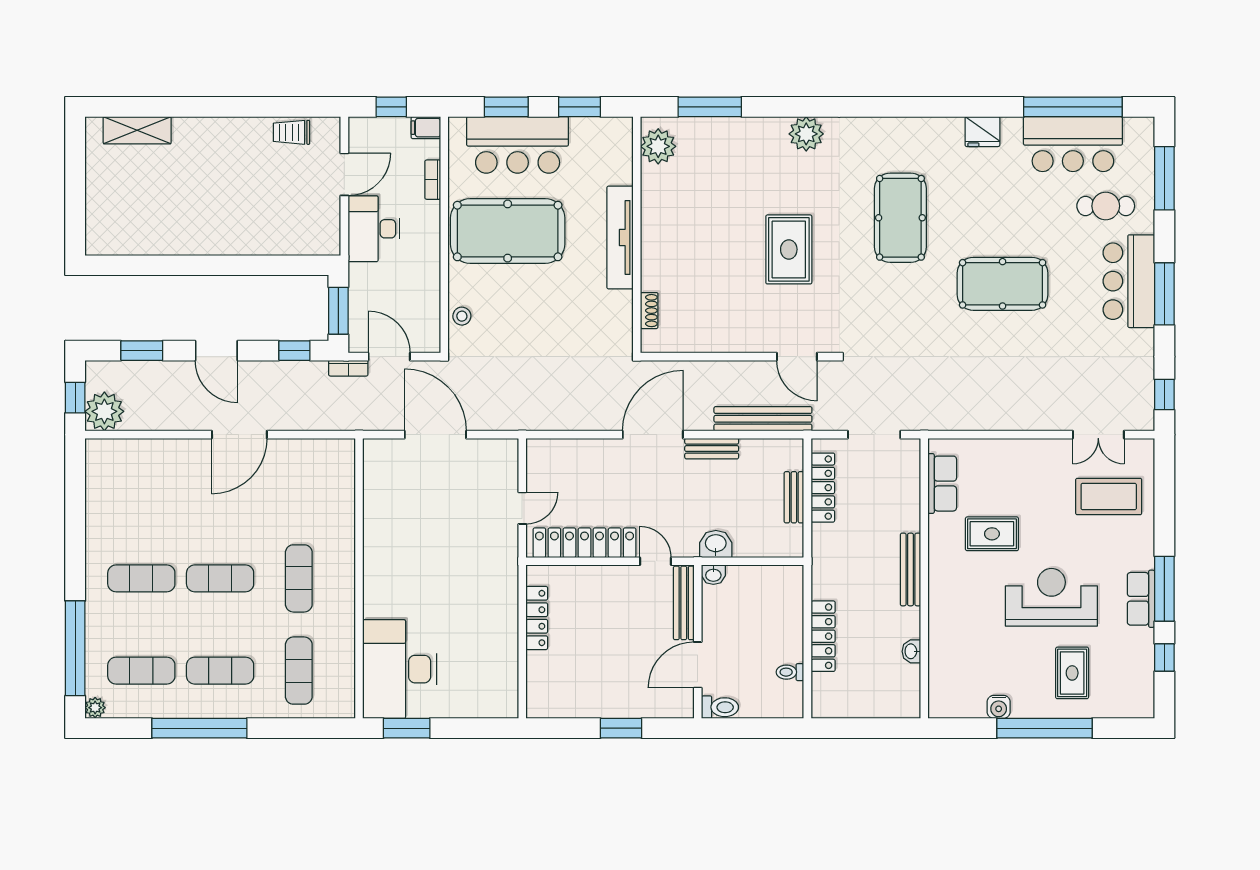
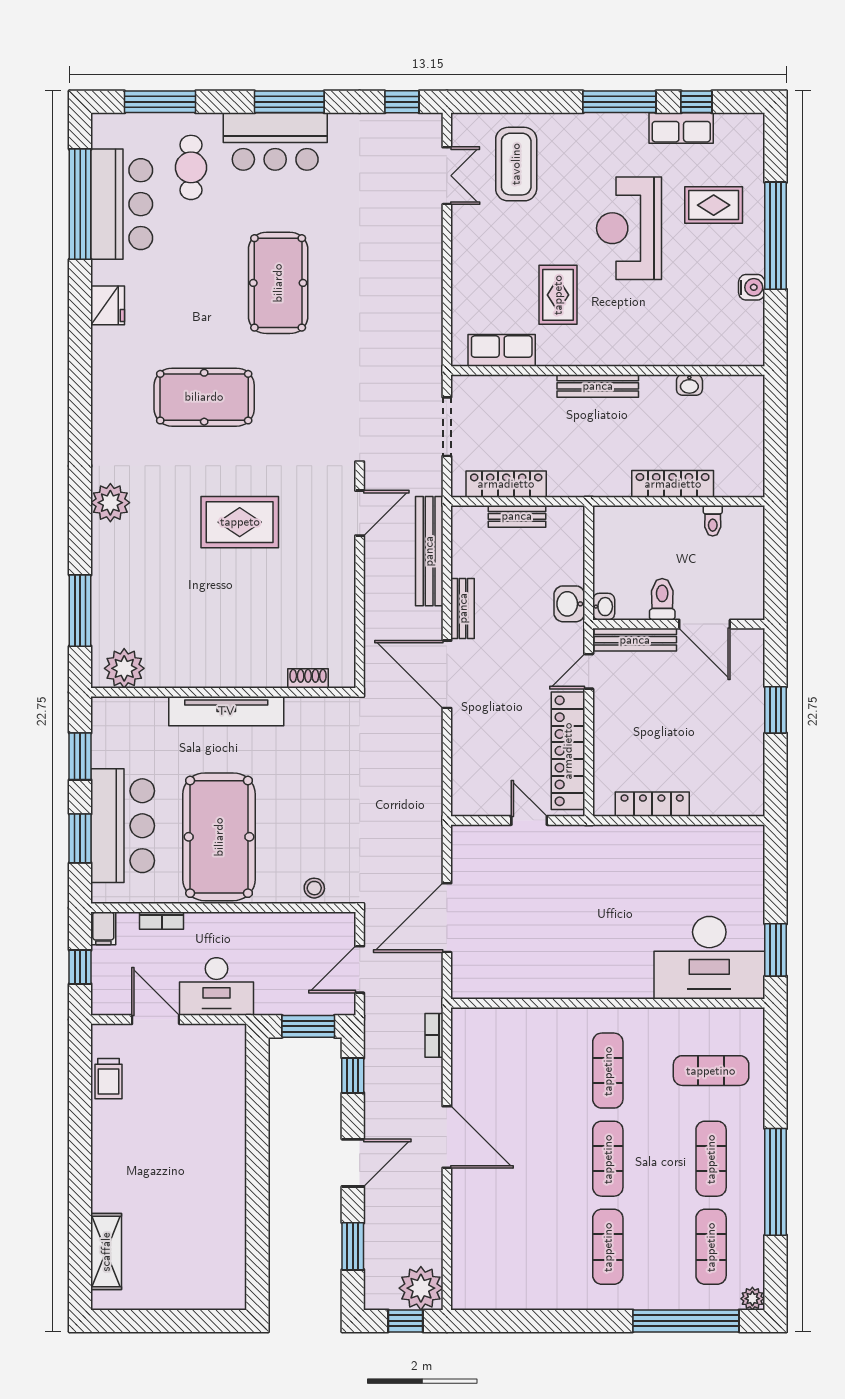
bookcase: (348, 368) -> (434, 1035), moved, turned 180
exercise mat: (299, 578) -> (608, 1071), turned 90
row of seats: (1141, 599) -> (681, 128), moved
toilet: (720, 707) -> (662, 599), moved

